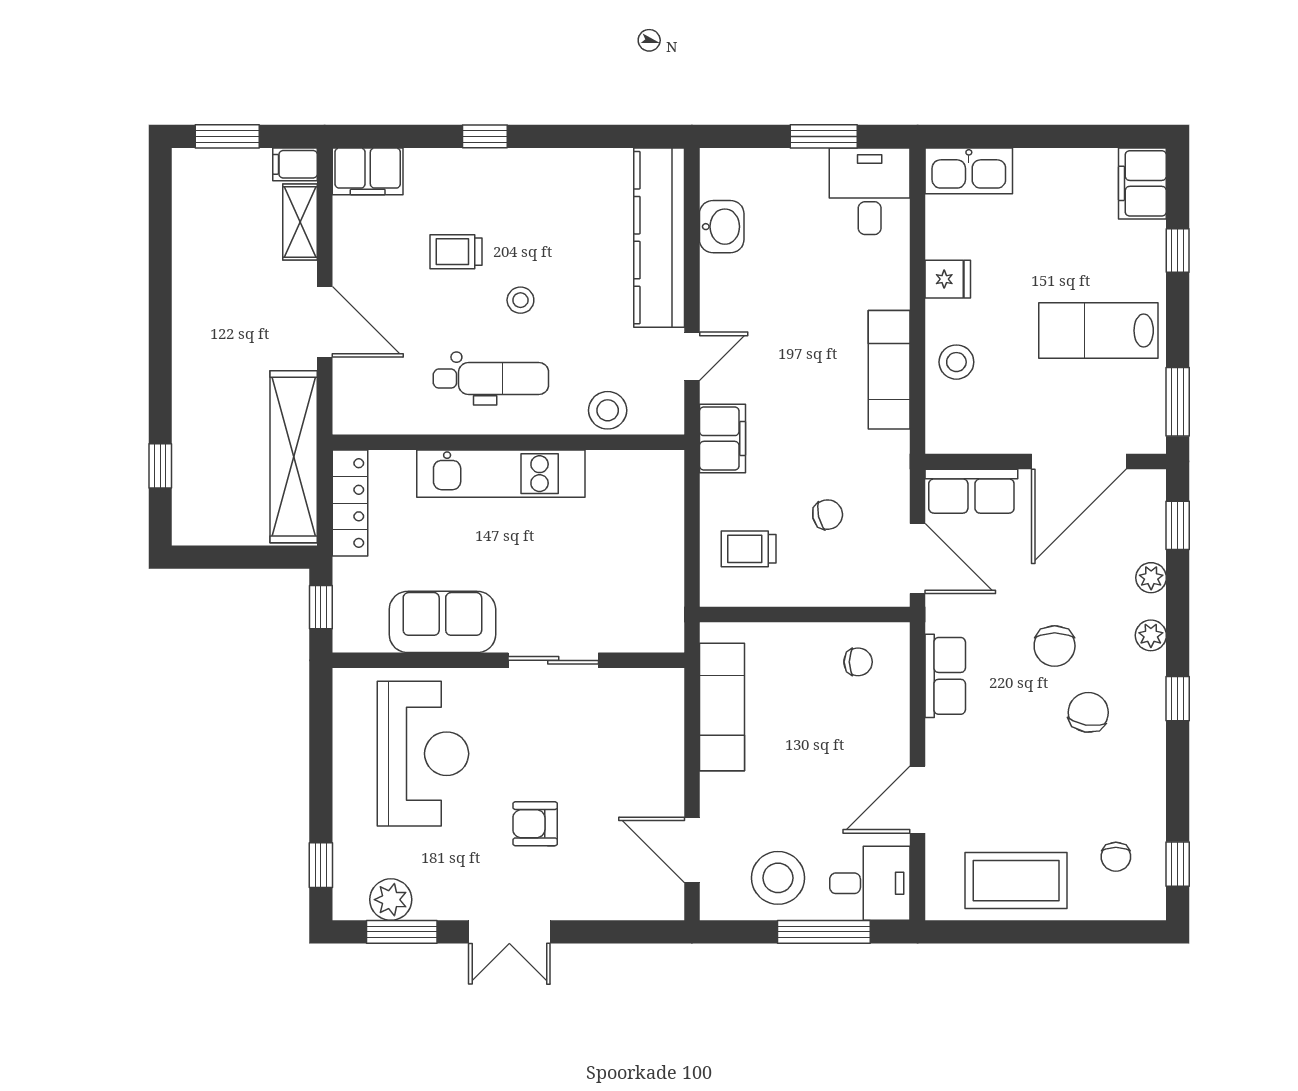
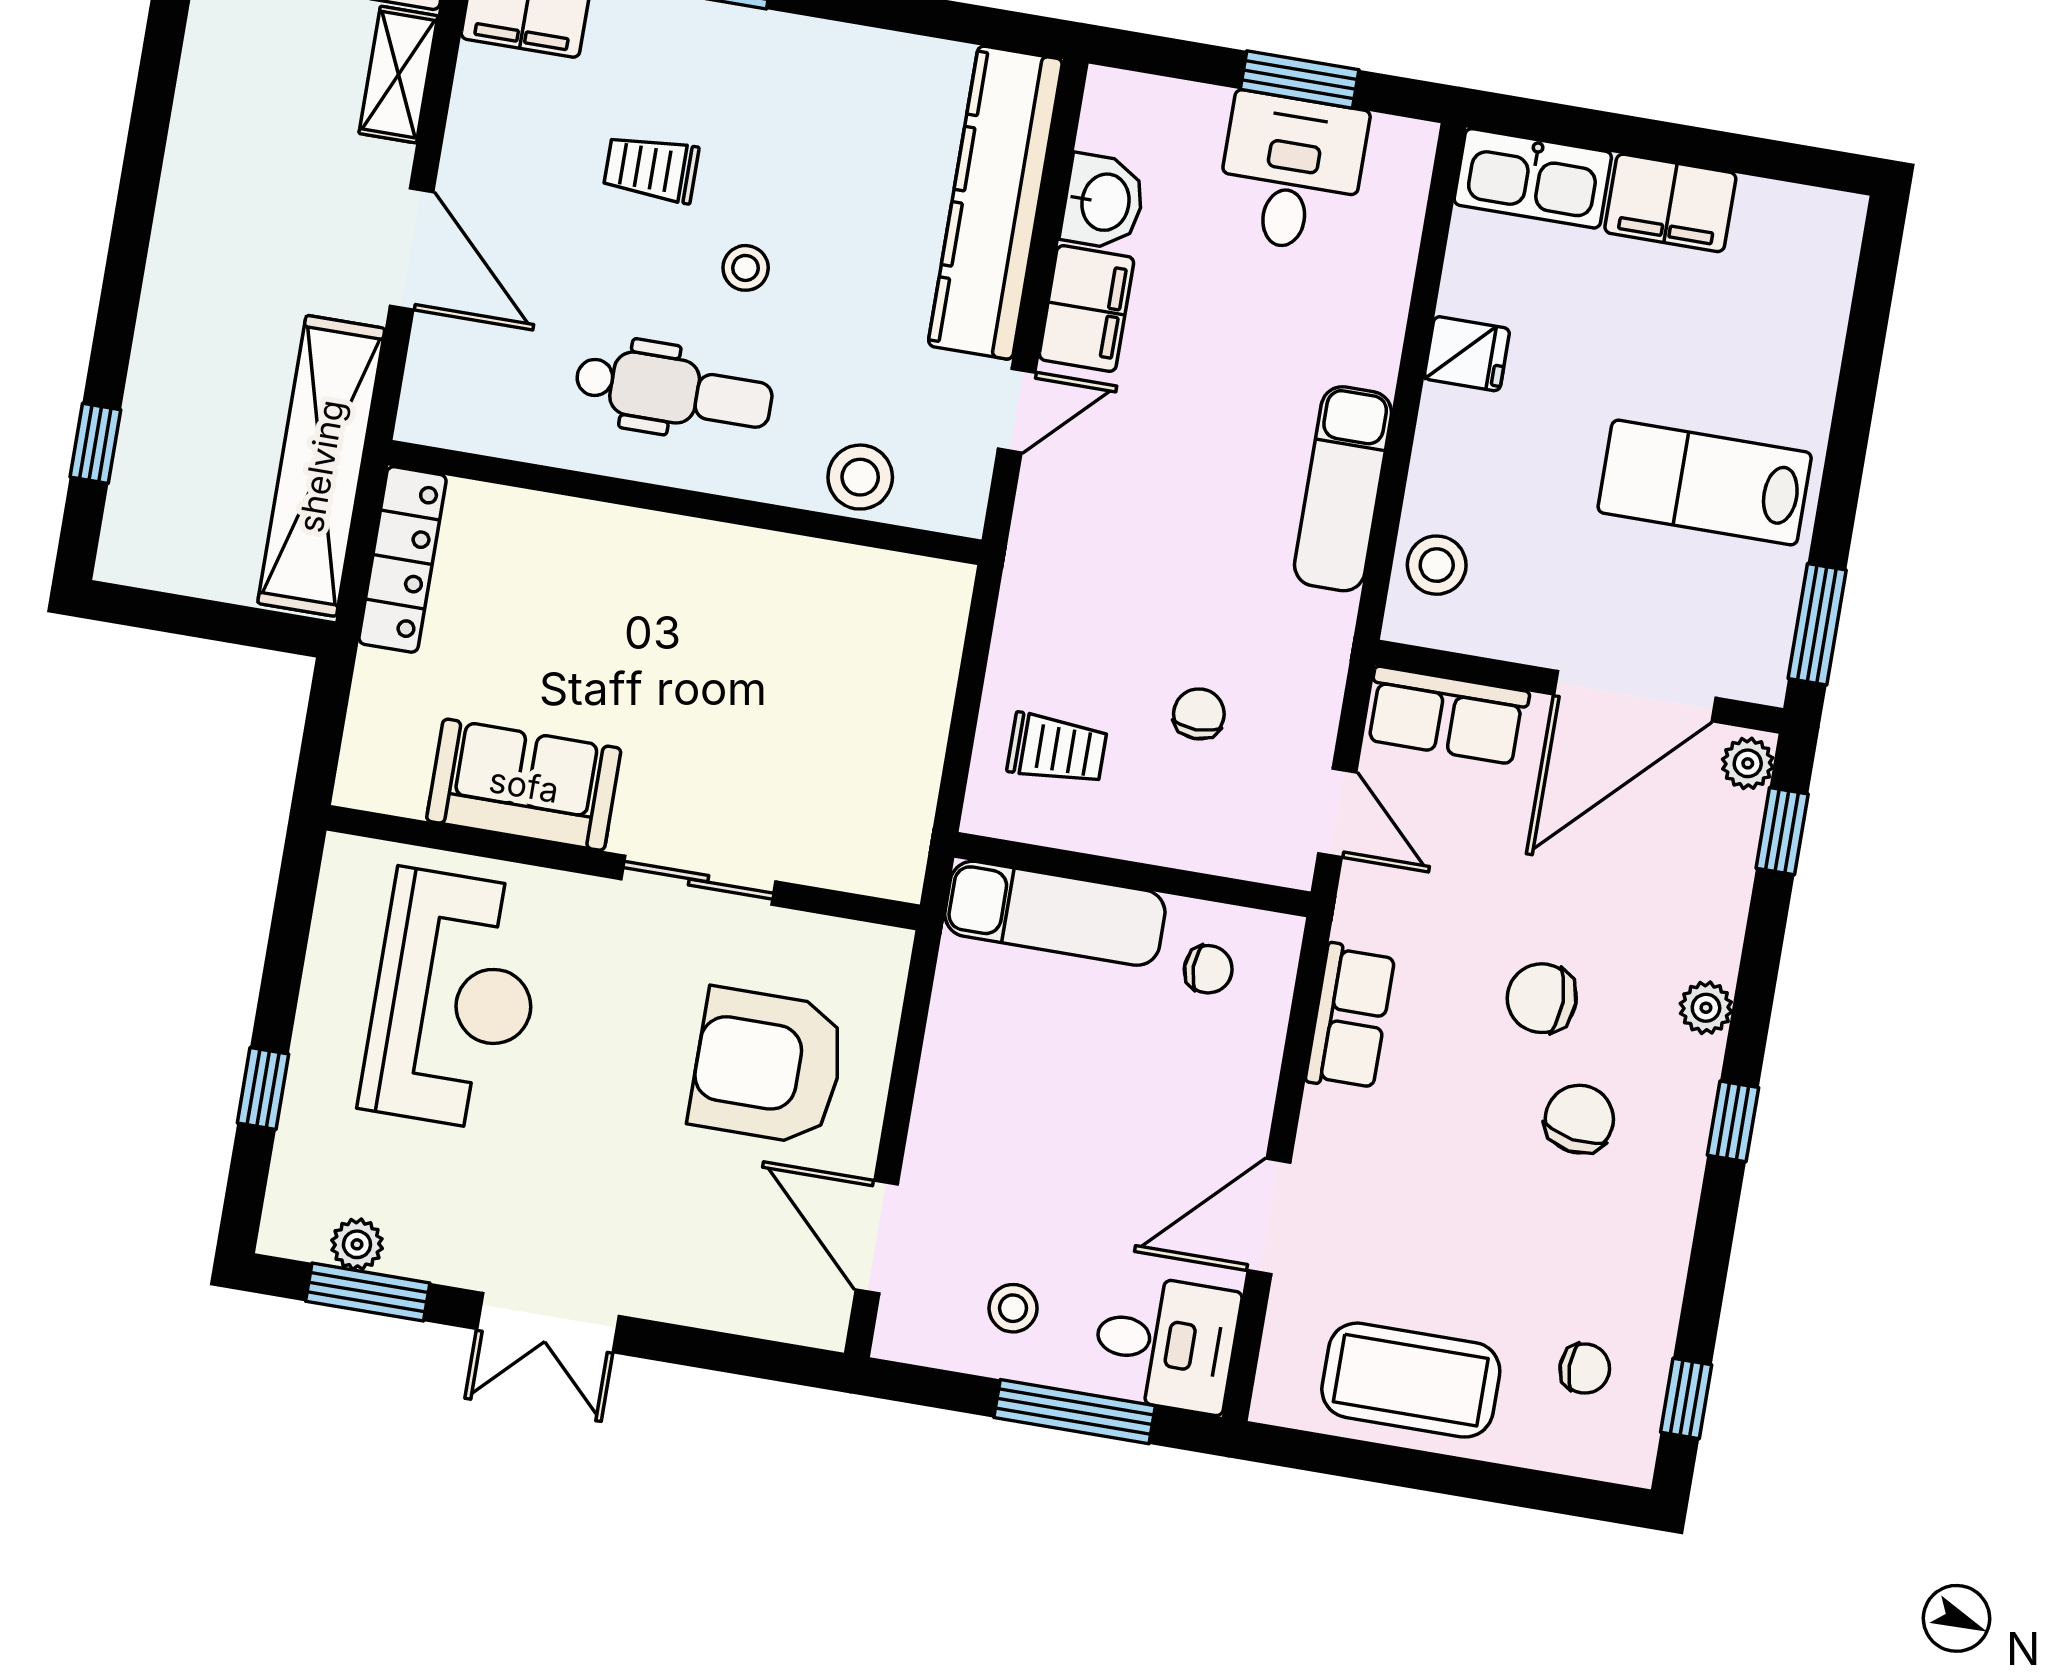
filing cabinet: (1142, 183) -> (1670, 203), moved, turned -90
desk: (870, 191) -> (1291, 173), moved
window: (1178, 250) -> (1860, 371), removed
stool: (956, 362) -> (1437, 565), moved
filing cabinet: (722, 438) -> (1086, 308), moved
kitchen unit: (501, 474) -> (664, 553), removed
chair: (828, 515) -> (1199, 714), turned -77
trolley: (749, 549) -> (1057, 749), turned 180
door: (918, 558) -> (1337, 813), width x0.73
plant: (1151, 578) -> (1748, 763), moved
window: (321, 607) -> (324, 725), removed
chair: (1055, 646) -> (1542, 998), turned 90
exam couch: (722, 707) -> (1055, 913), moved, turned 90
armchair: (535, 824) -> (768, 1066), moved, width x1.88, depth x1.88
chair: (1116, 857) -> (1585, 1369), turned -90
window: (321, 865) -> (263, 1088), moved
stool: (778, 878) -> (1013, 1308), width x0.53, depth x0.53
plant: (391, 900) -> (357, 1244), width x0.73, depth x0.73

